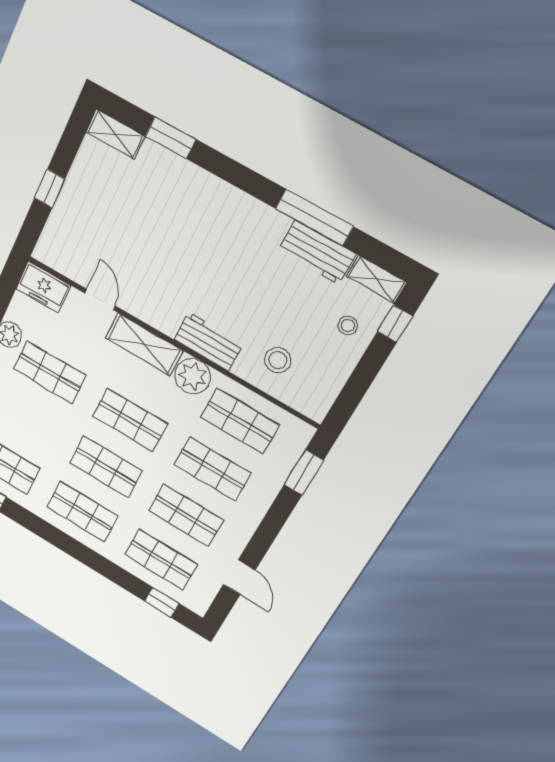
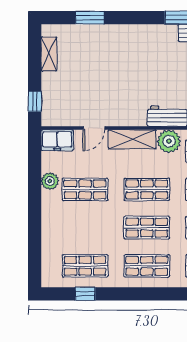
shelving: (115, 134) -> (49, 54), moved, turned 90
window: (50, 188) -> (35, 101), moved
door: (100, 299) -> (94, 128), swing flipped

